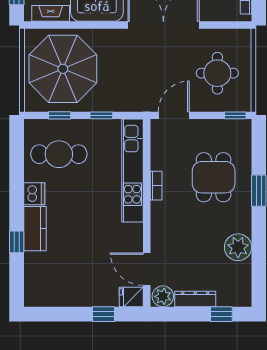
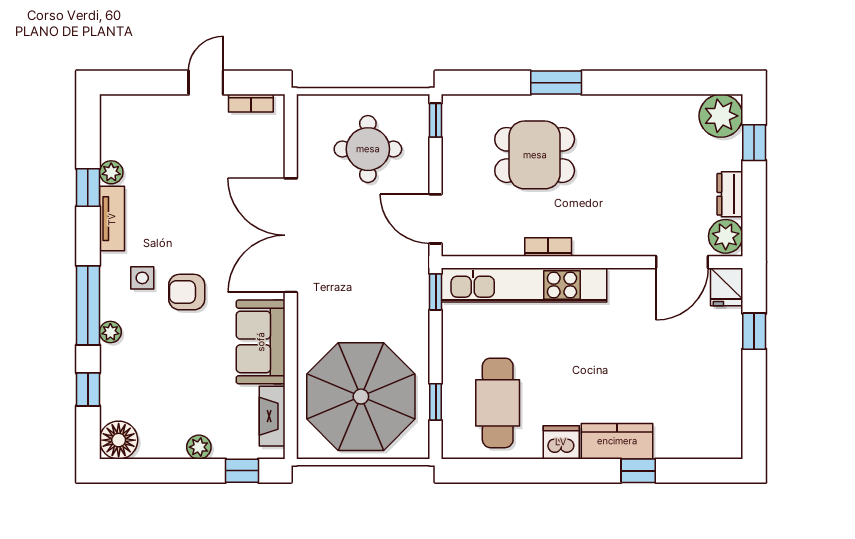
window: (101, 115) -> (436, 292), moved
plant: (238, 247) -> (721, 116), moved
dresser: (195, 299) -> (730, 194), width x0.70

